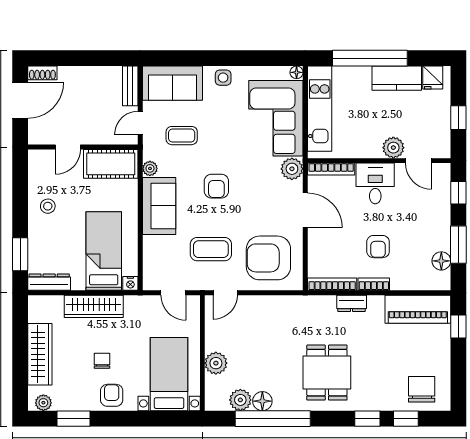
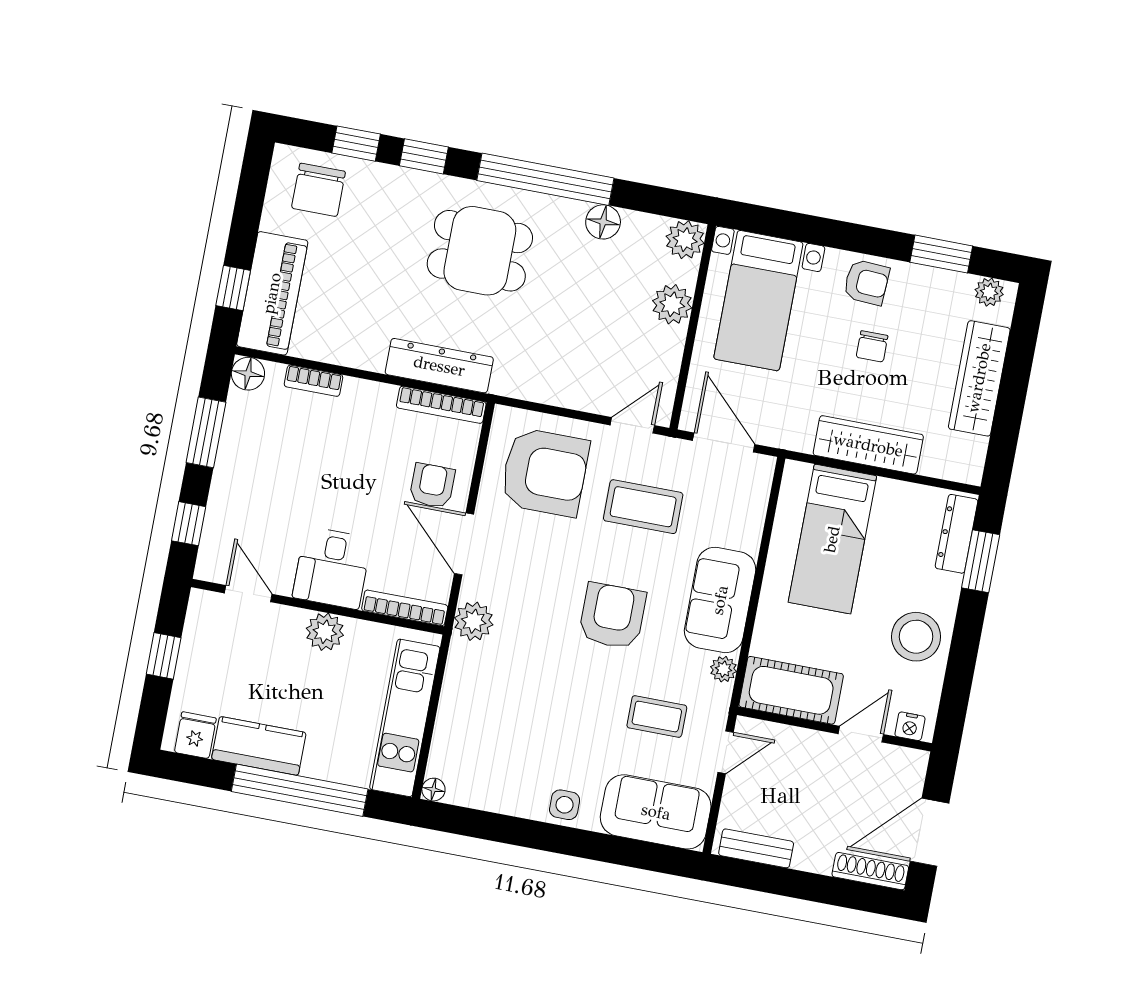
shoe rack: (42, 73) -> (870, 871), width x1.43
bench: (130, 86) -> (756, 848), moved, turned 90
corner sofa: (276, 118) -> (485, 716), removed
plant: (393, 148) -> (325, 632), moved
armchair: (216, 186) -> (612, 616), width x1.38, depth x1.38
stool: (48, 206) -> (916, 637), width x1.89, depth x1.89
armchair: (378, 247) -> (432, 486), moved
floor lamp: (441, 261) -> (248, 374), moved
dresser: (49, 282) -> (957, 534), moved, turned 90
nightstand: (130, 283) -> (910, 726), moved, turned 180
bookcase: (374, 284) -> (314, 381), moved
door: (173, 293) -> (724, 443), width x1.38
dresser: (352, 303) -> (439, 366), width x1.96, depth x1.24
piano: (418, 309) -> (272, 293), moved, turned 90
dining table: (327, 373) -> (480, 251), turned 90
armchair: (112, 395) -> (866, 282), turned -87
plant: (240, 400) -> (685, 240), moved
window: (273, 419) -> (545, 179), moved

